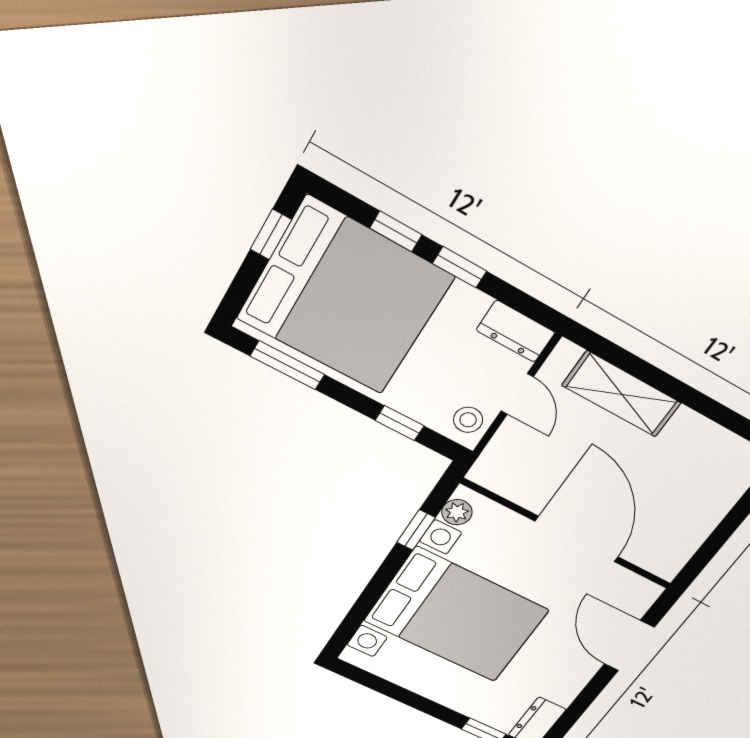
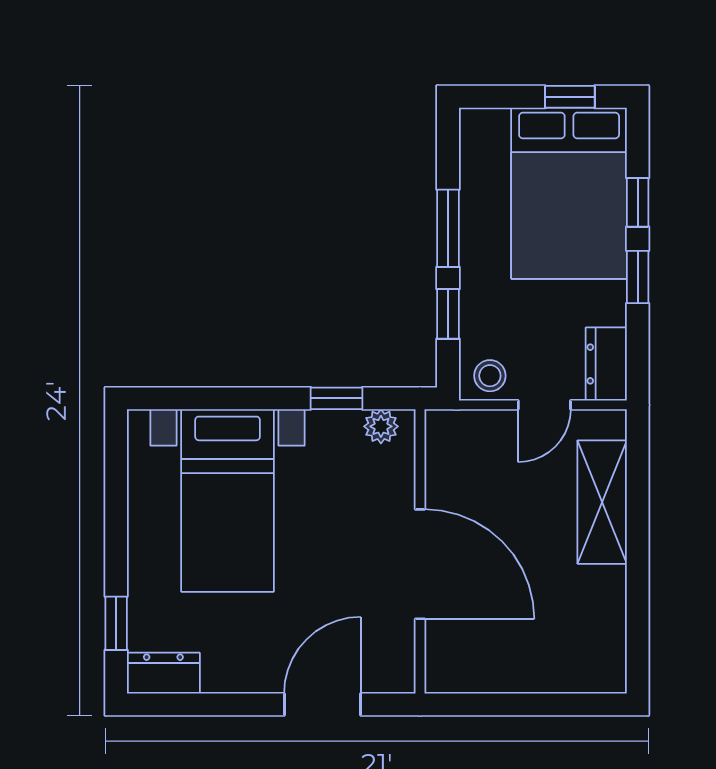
bed: (345, 298) -> (569, 193), width x0.73
window: (287, 365) -> (448, 228), moved
door: (577, 539) -> (420, 564), hinge flipped
bed with nightstands: (456, 615) -> (228, 501), width x0.73

